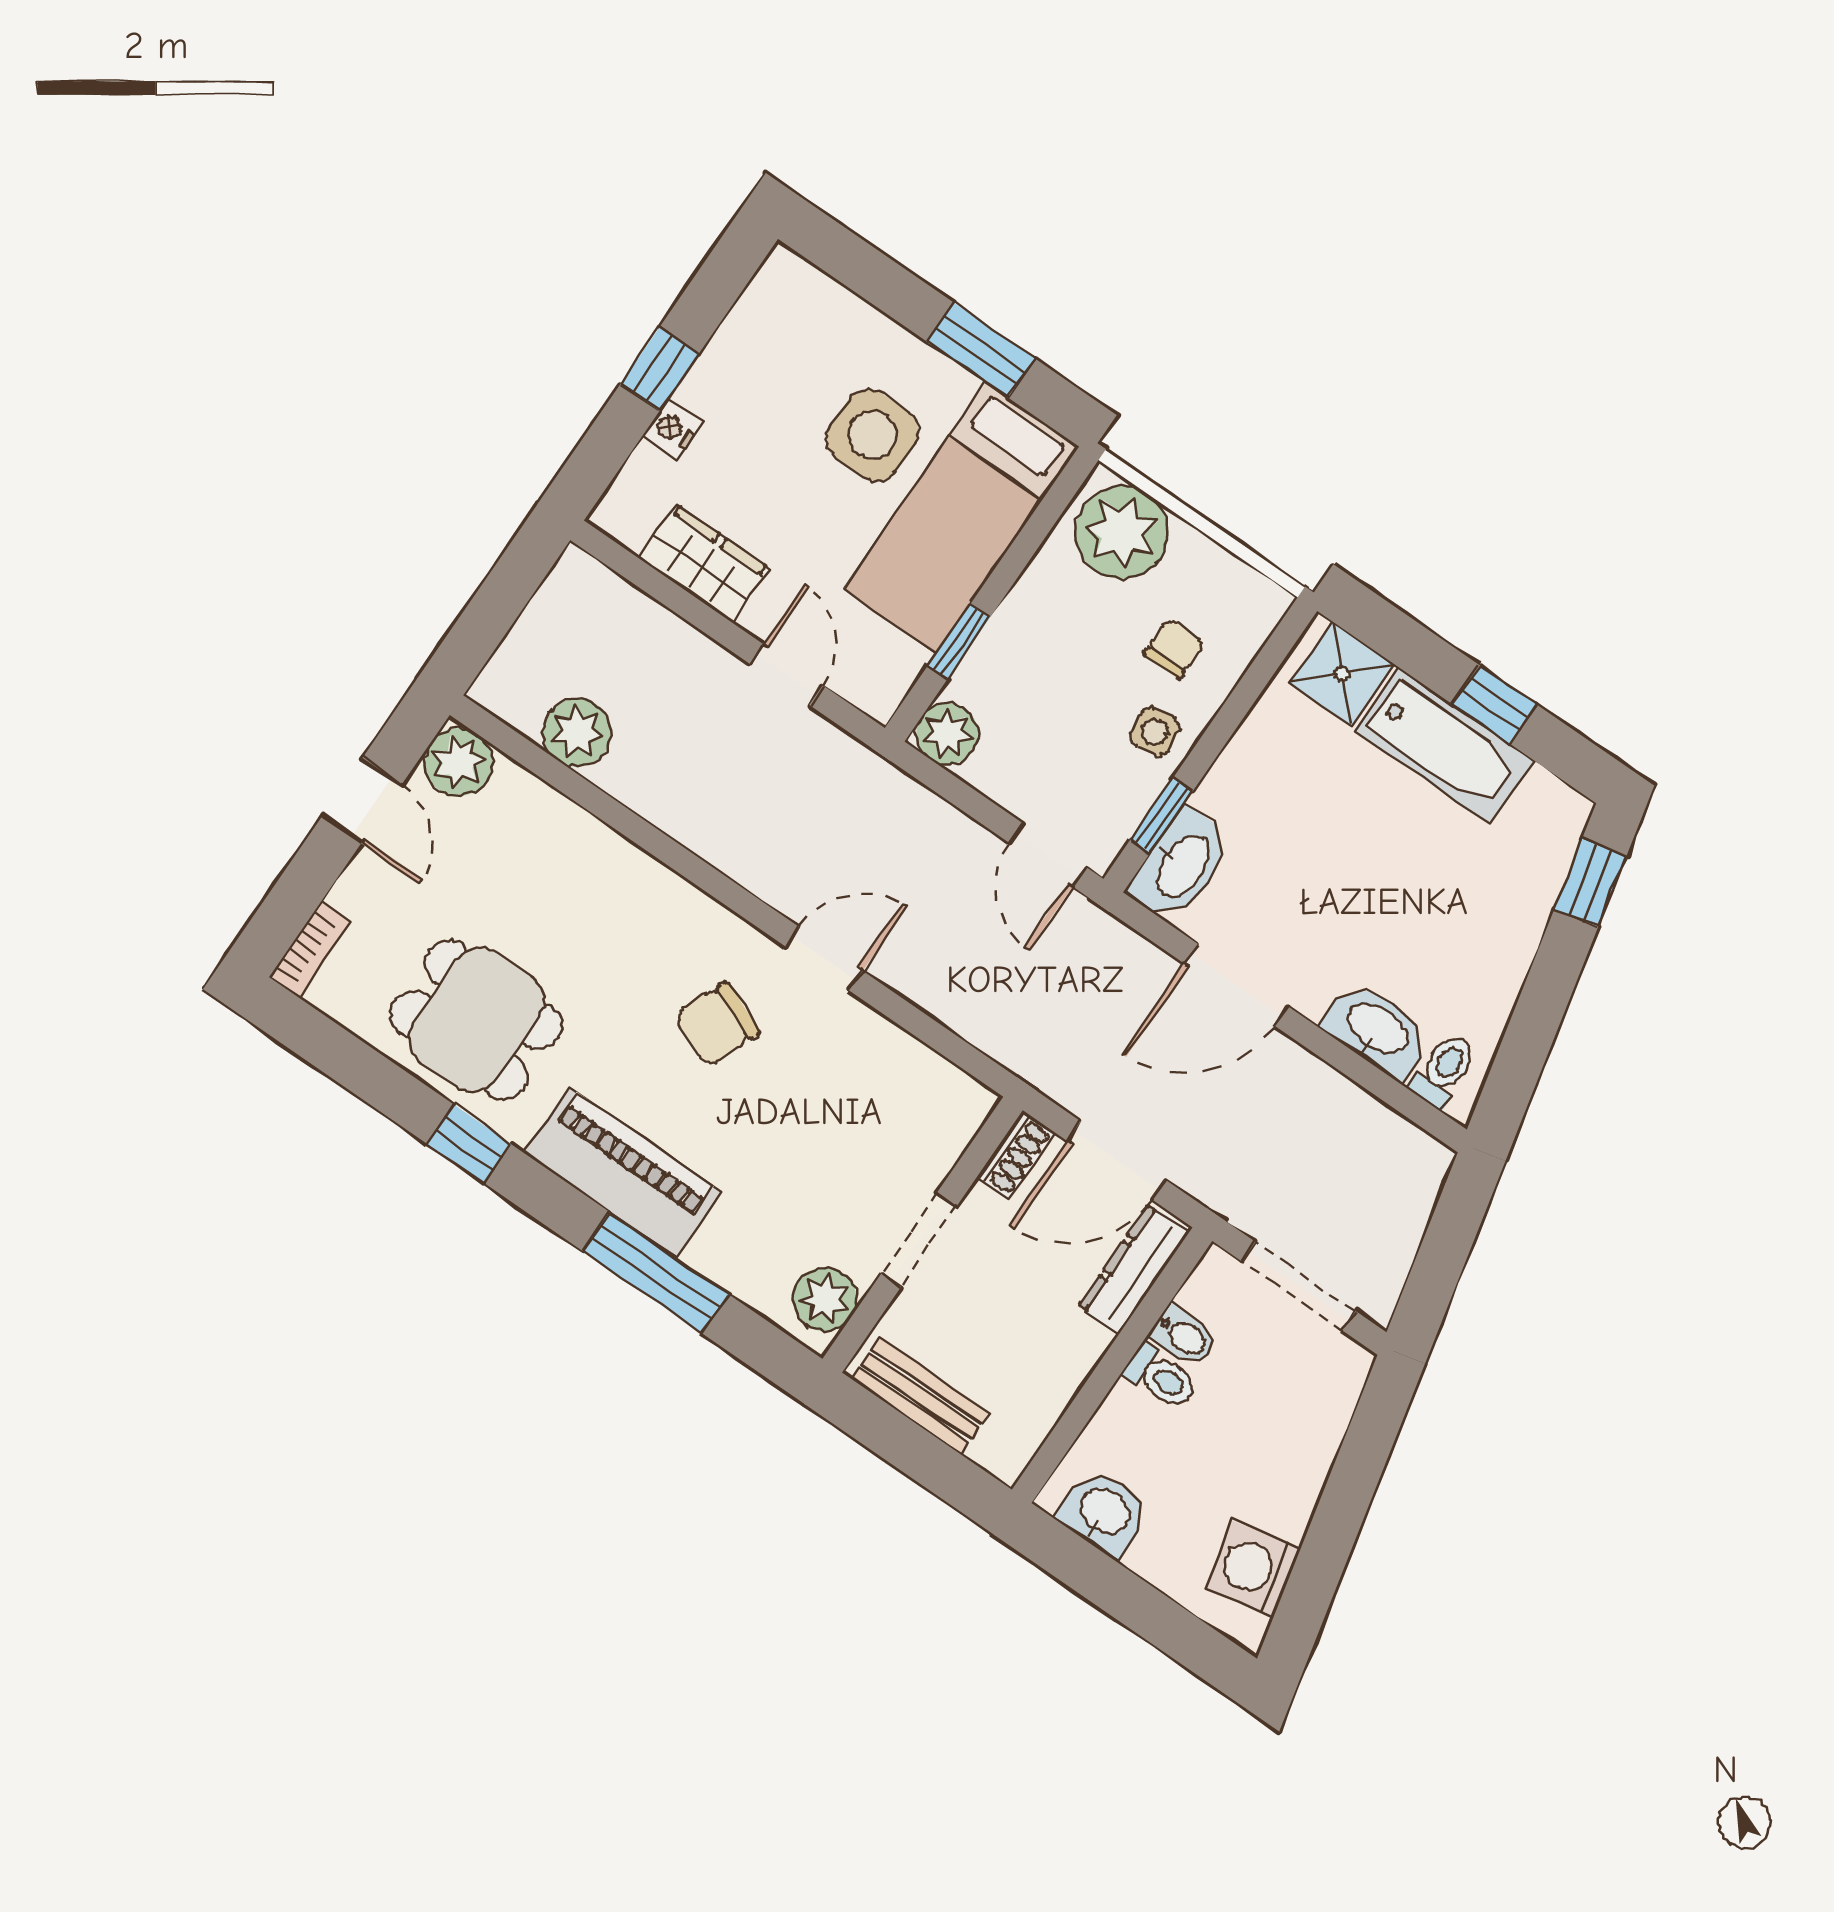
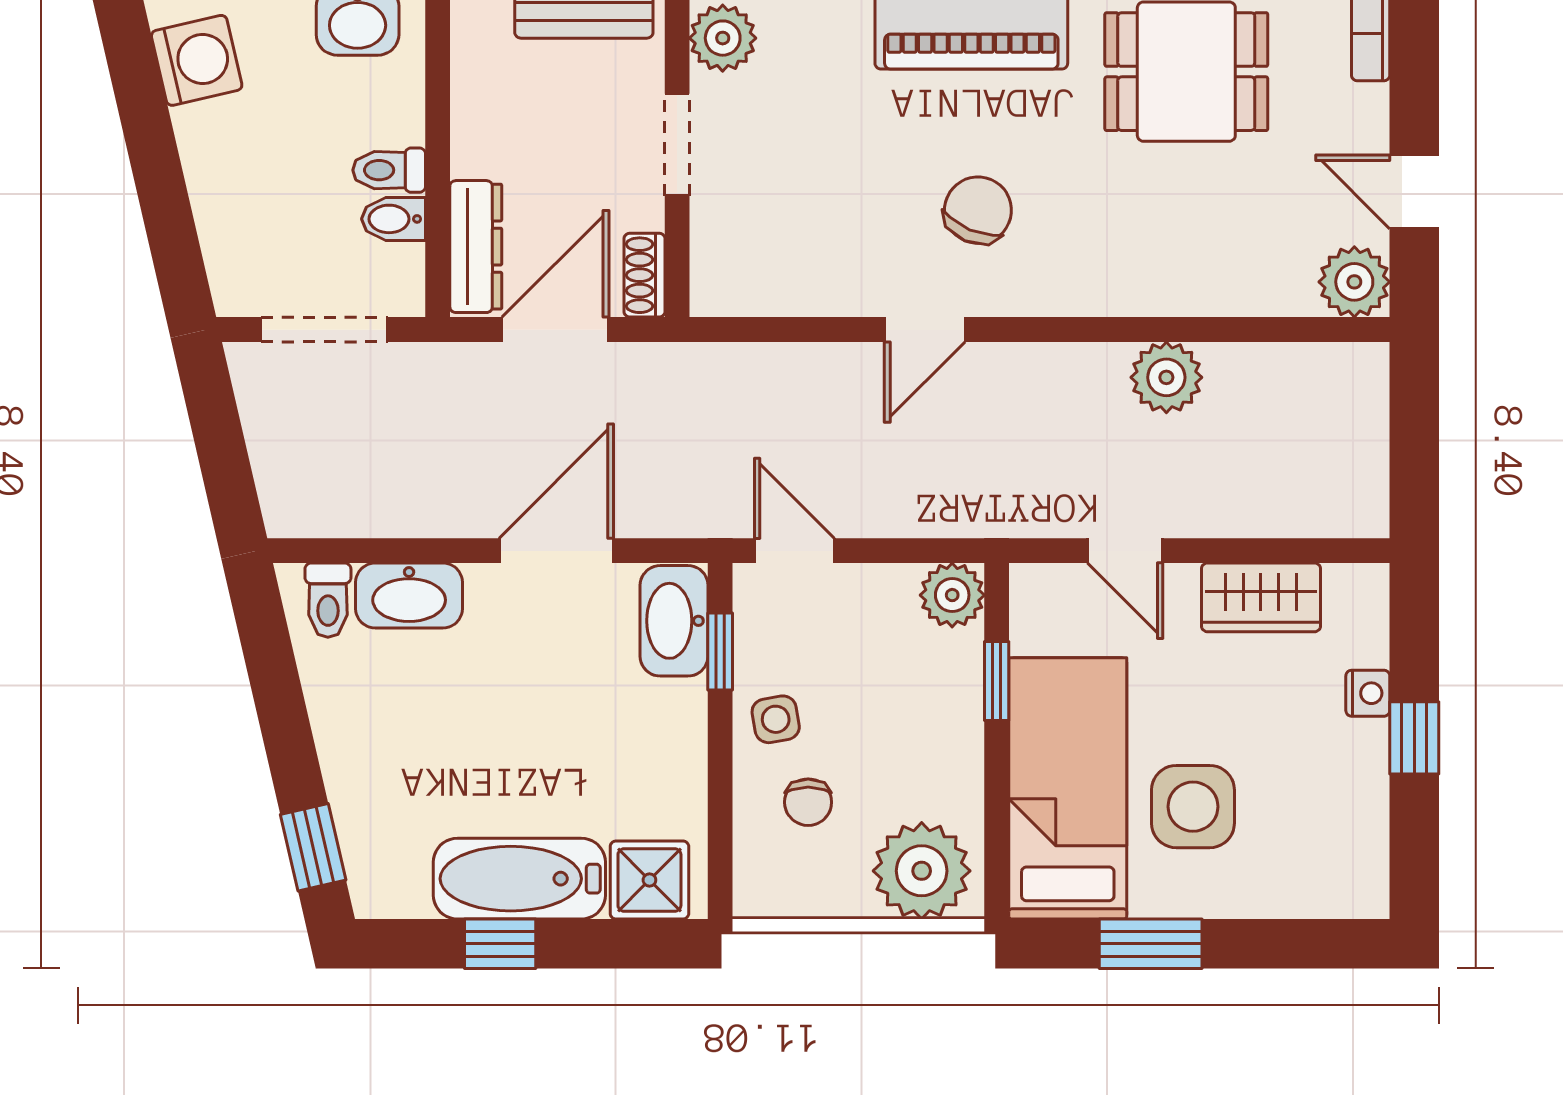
plant: (577, 732) -> (1166, 377), moved

